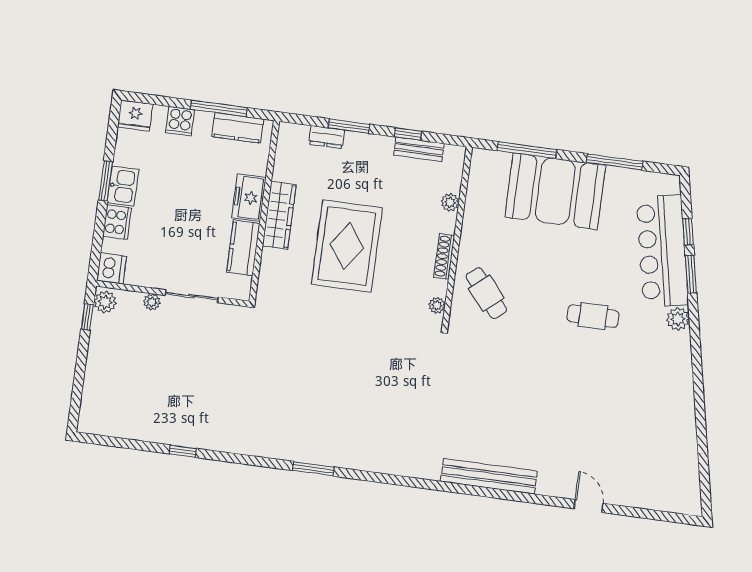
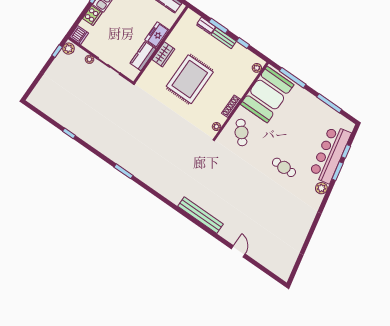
bench: (419, 149) -> (224, 38), moved
booth: (555, 191) -> (267, 95), moved, turned 90
plant: (450, 202) -> (257, 68), moved
wardrobe: (279, 215) -> (163, 54), width x0.67

